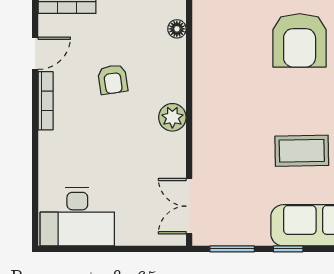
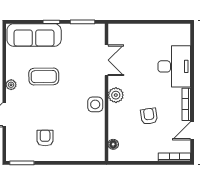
armchair: (300, 40) -> (45, 138), width x0.53, depth x0.53
side table: (209, 101) -> (95, 104), added
double door: (189, 206) -> (106, 60), moved
desk: (77, 217) -> (174, 66), moved, turned 90

